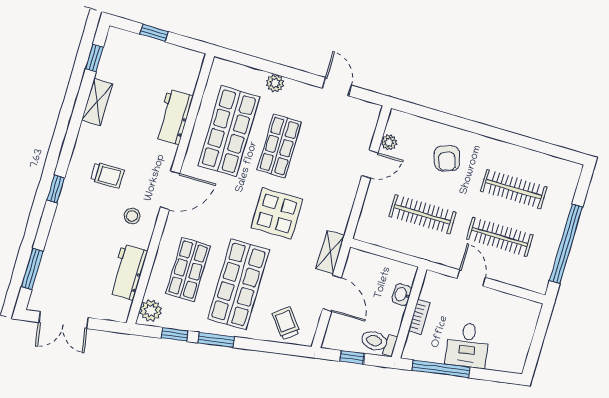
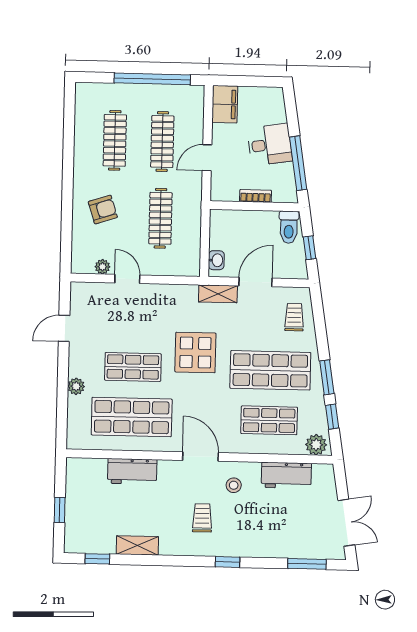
washbasin: (402, 295) -> (216, 260), moved, turned -90
filing cabinet: (521, 310) -> (225, 104), added
trolley: (286, 323) -> (294, 317), turned 127

